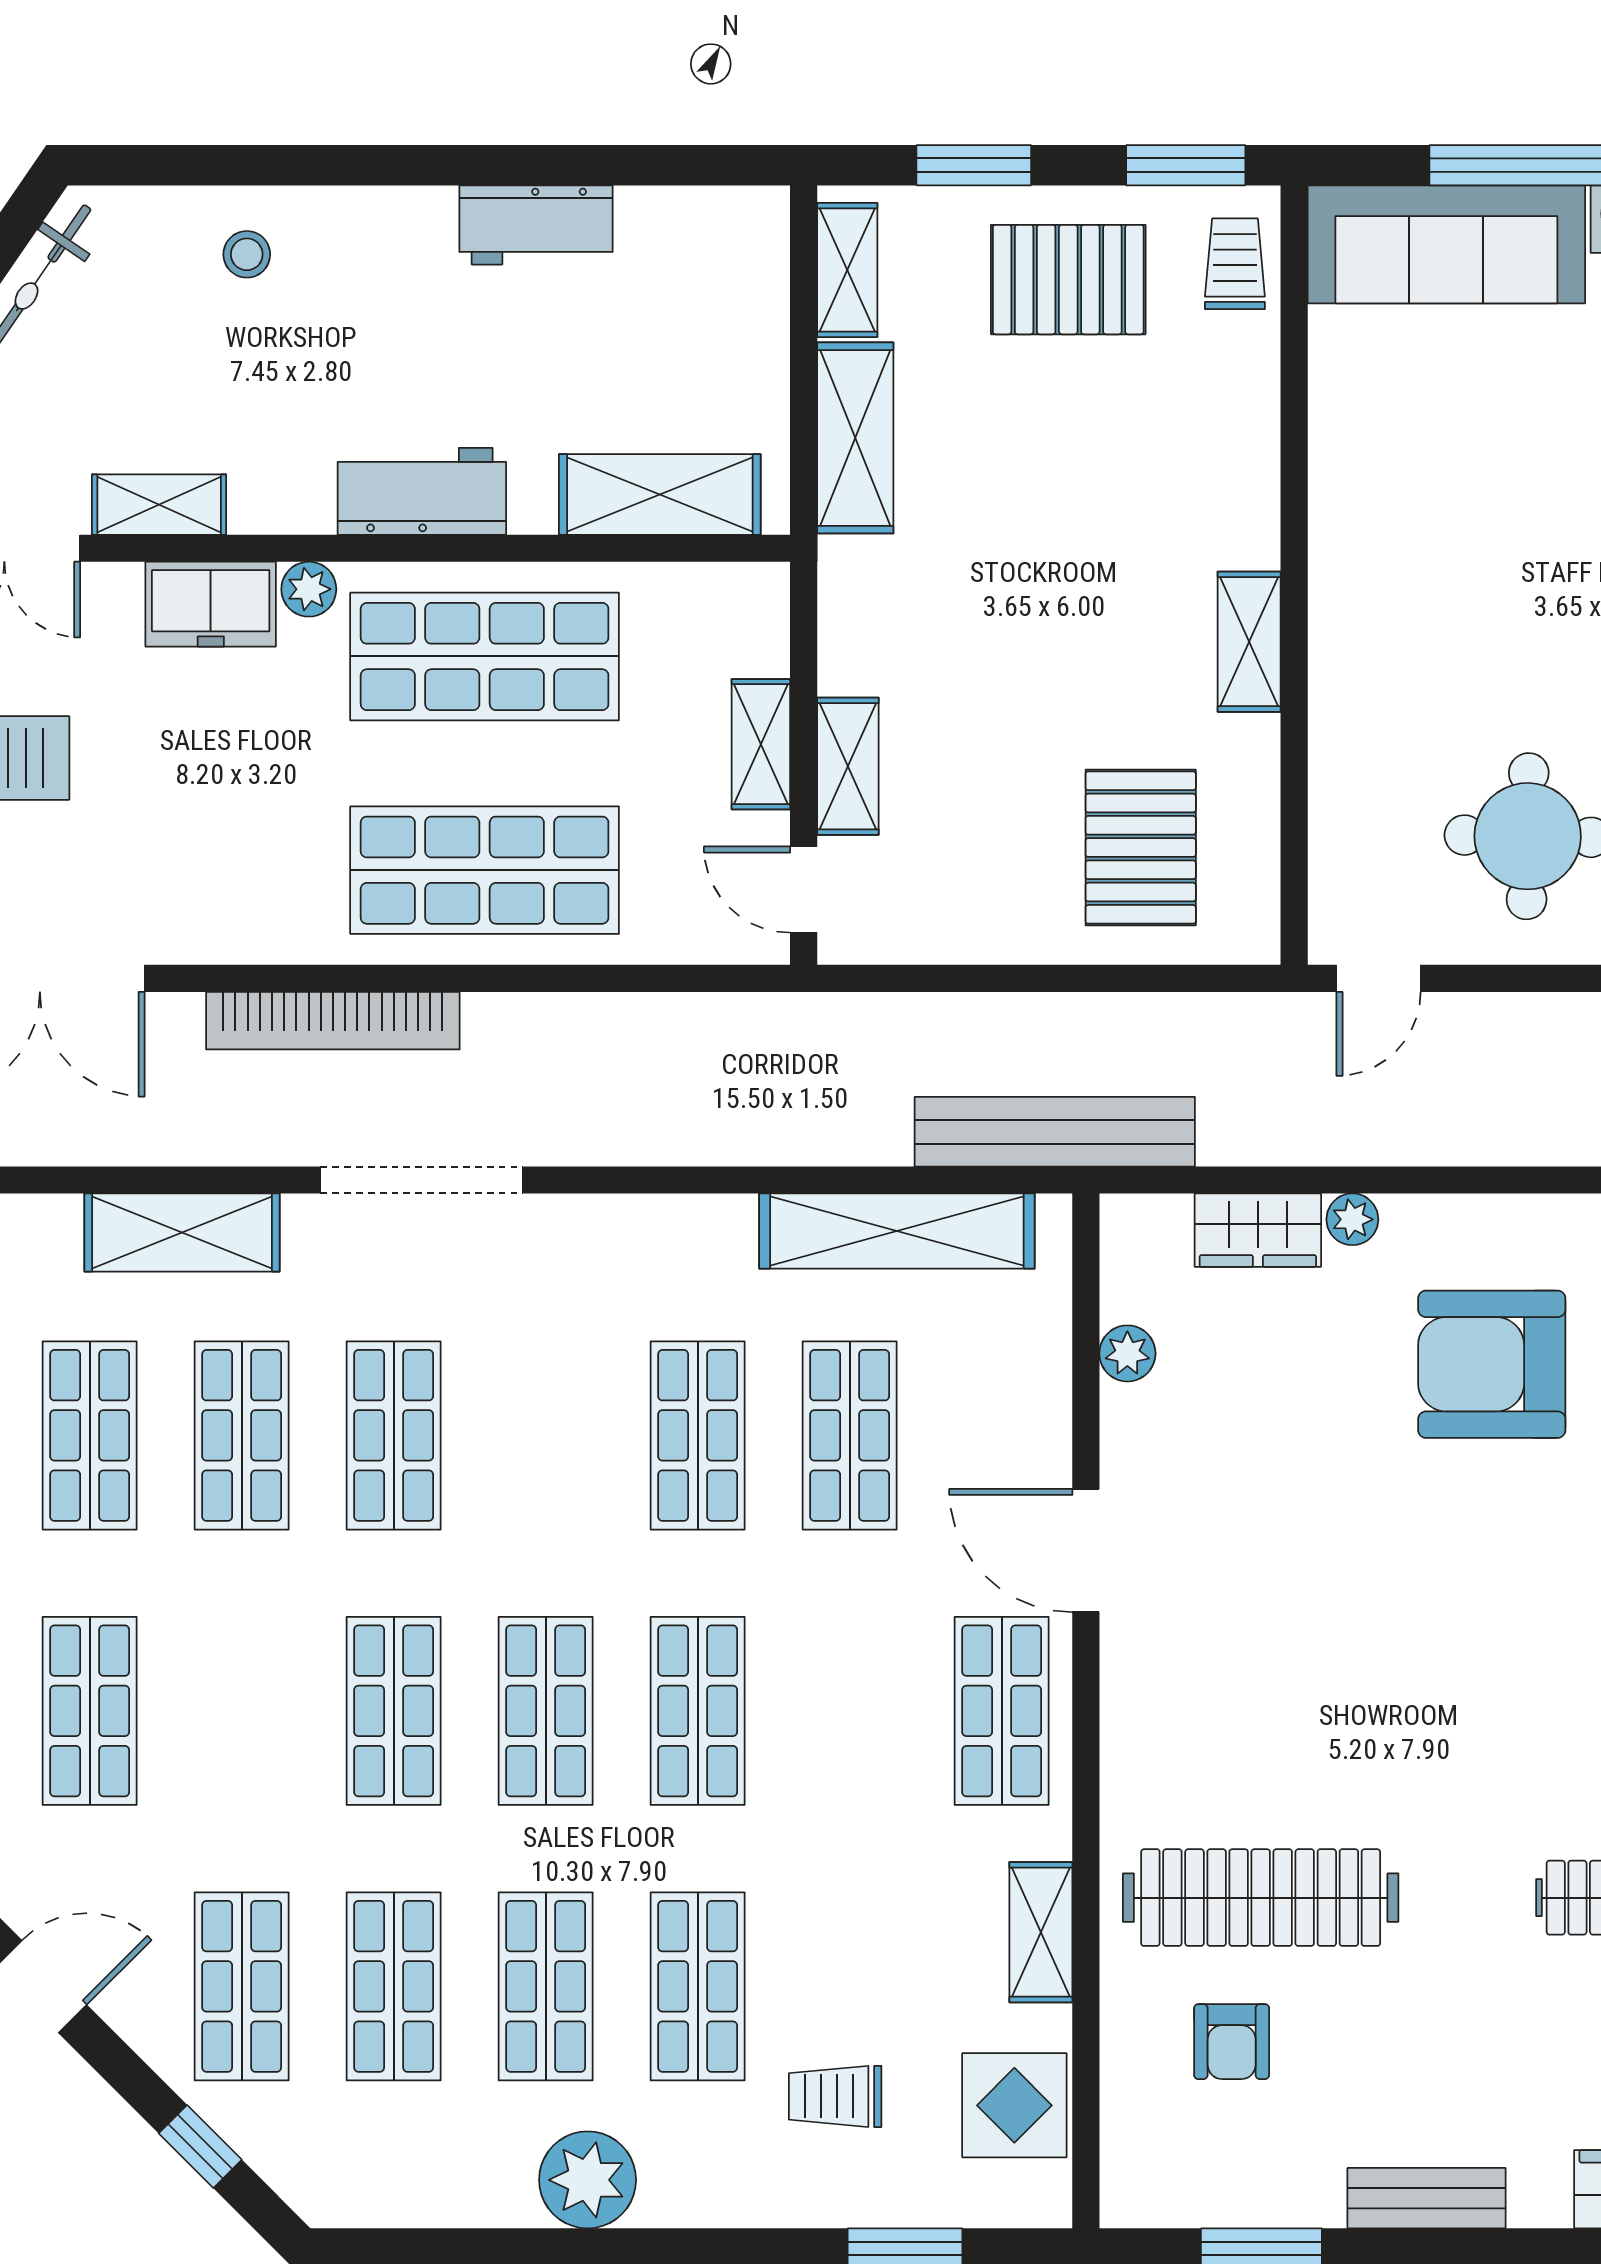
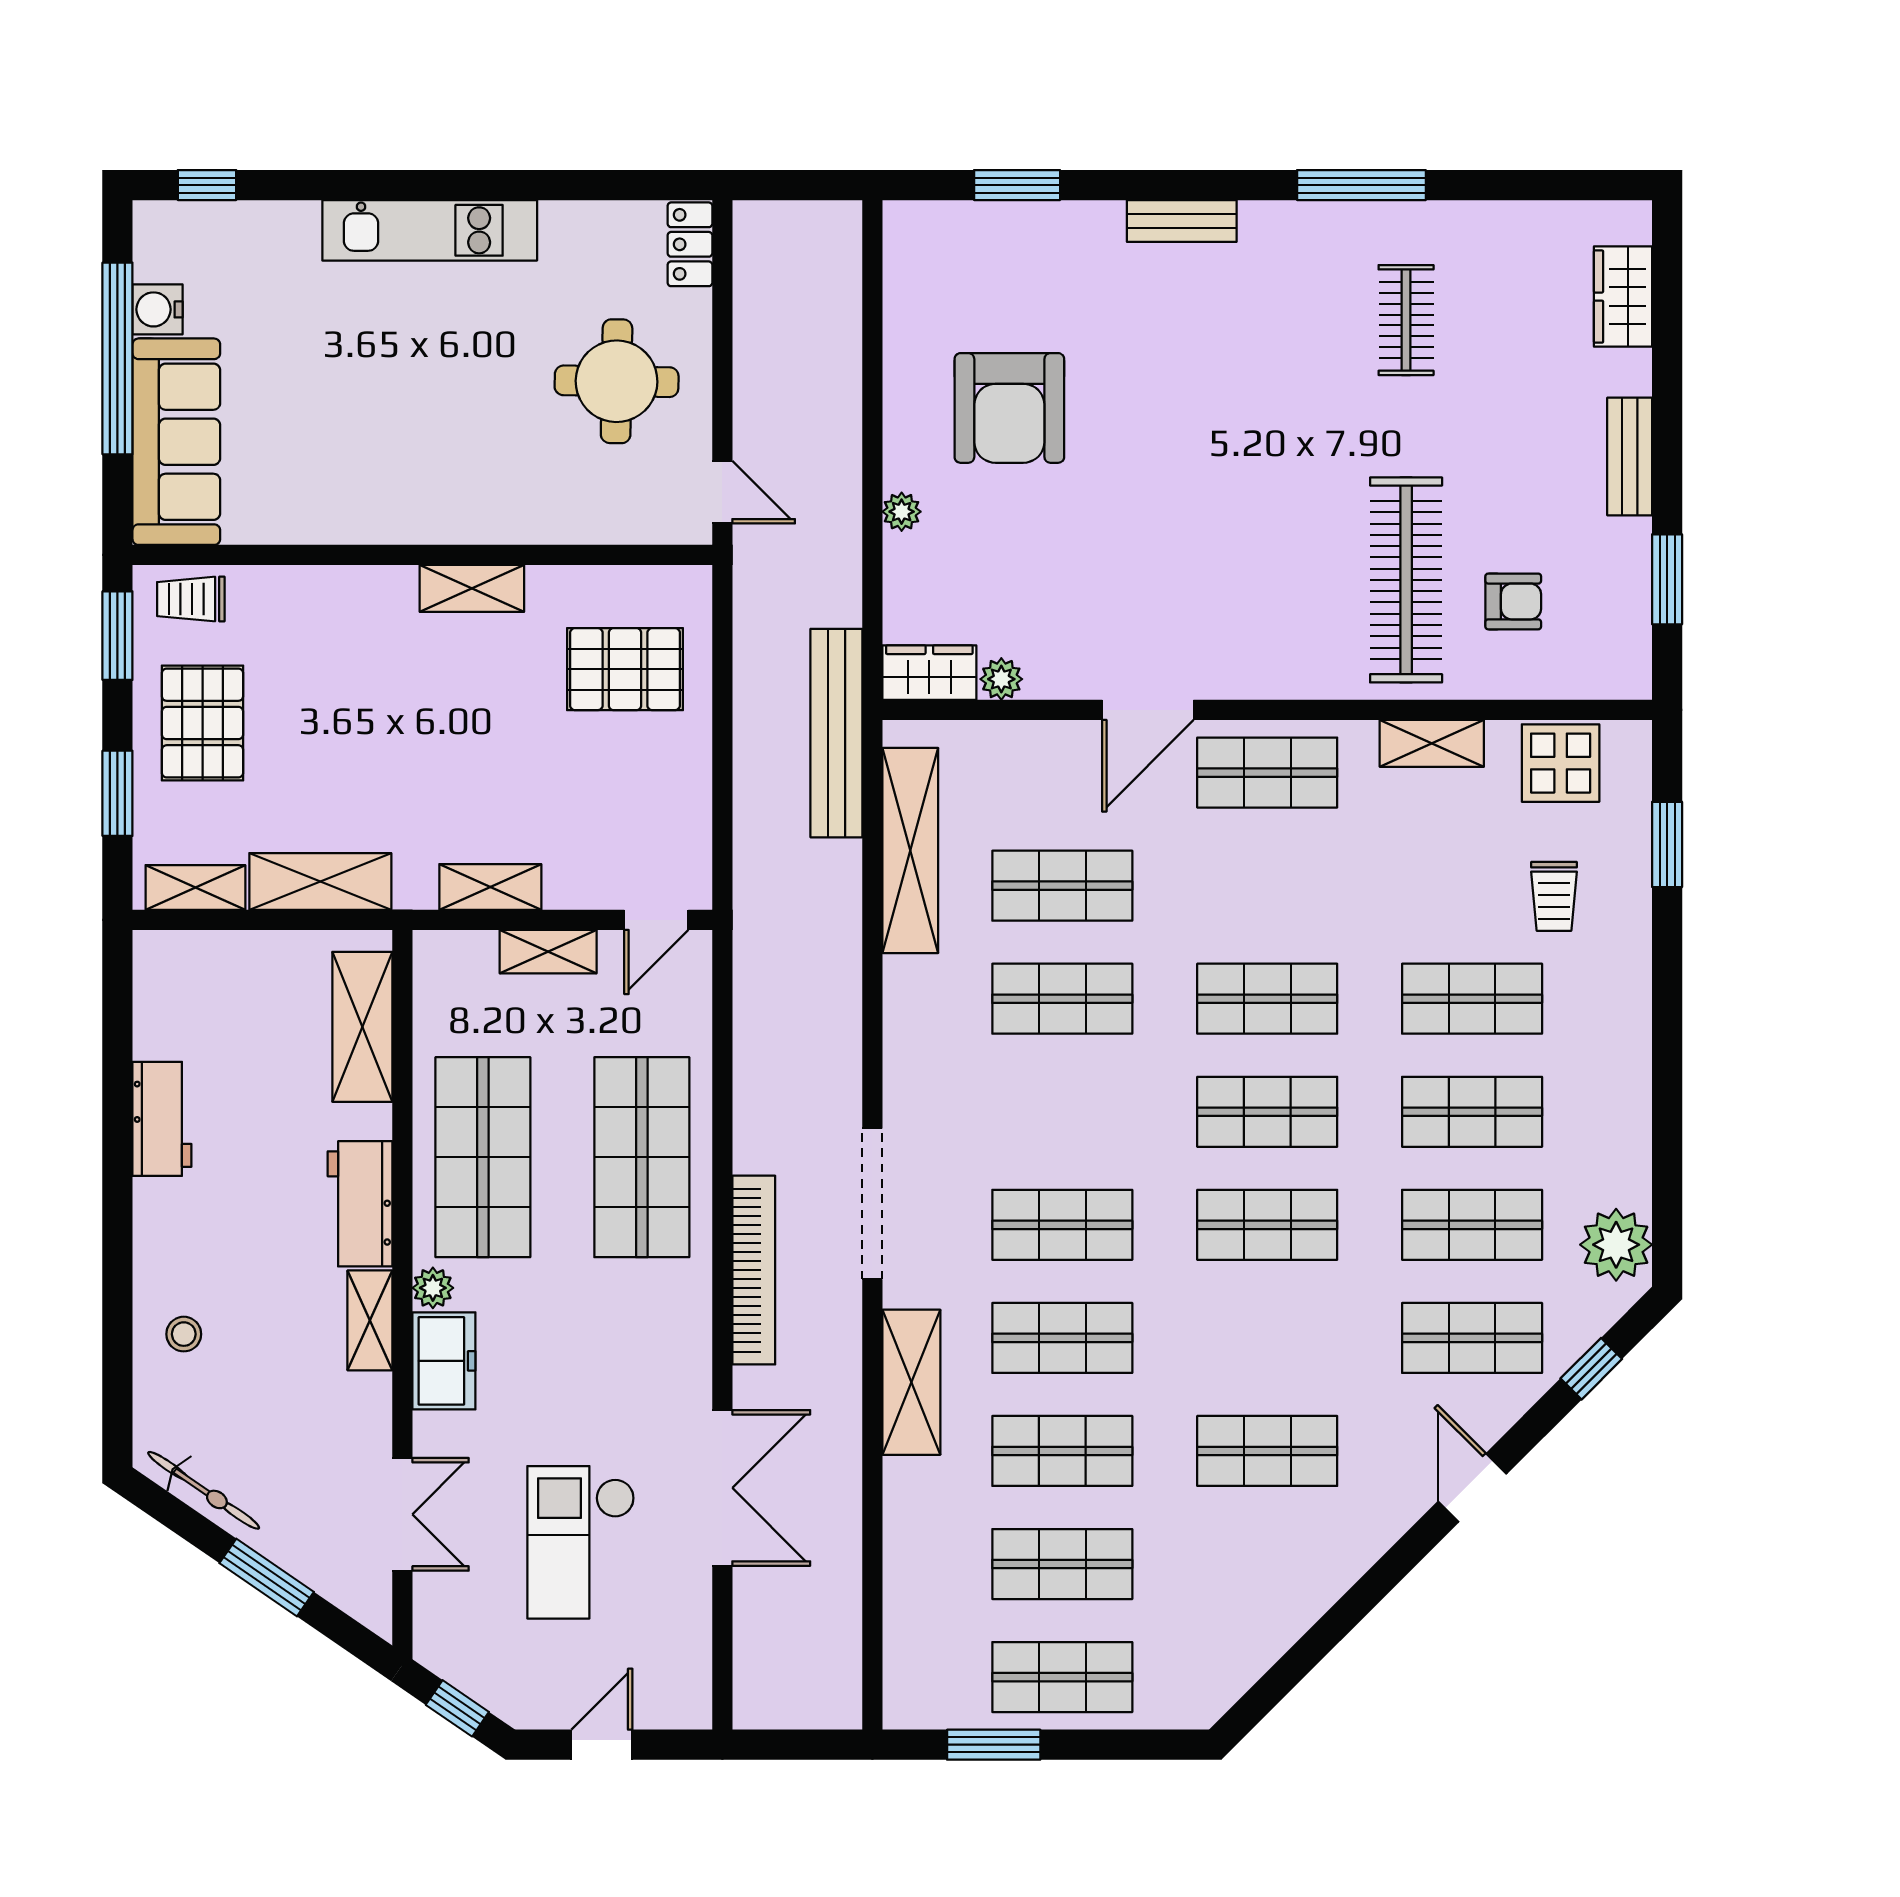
shelving: (159, 505) -> (370, 1320), moved
shelving: (848, 766) -> (490, 887), moved
wardrobe: (1258, 1230) -> (929, 673), moved, turned -90
plant: (588, 2180) -> (1616, 1245), moved

